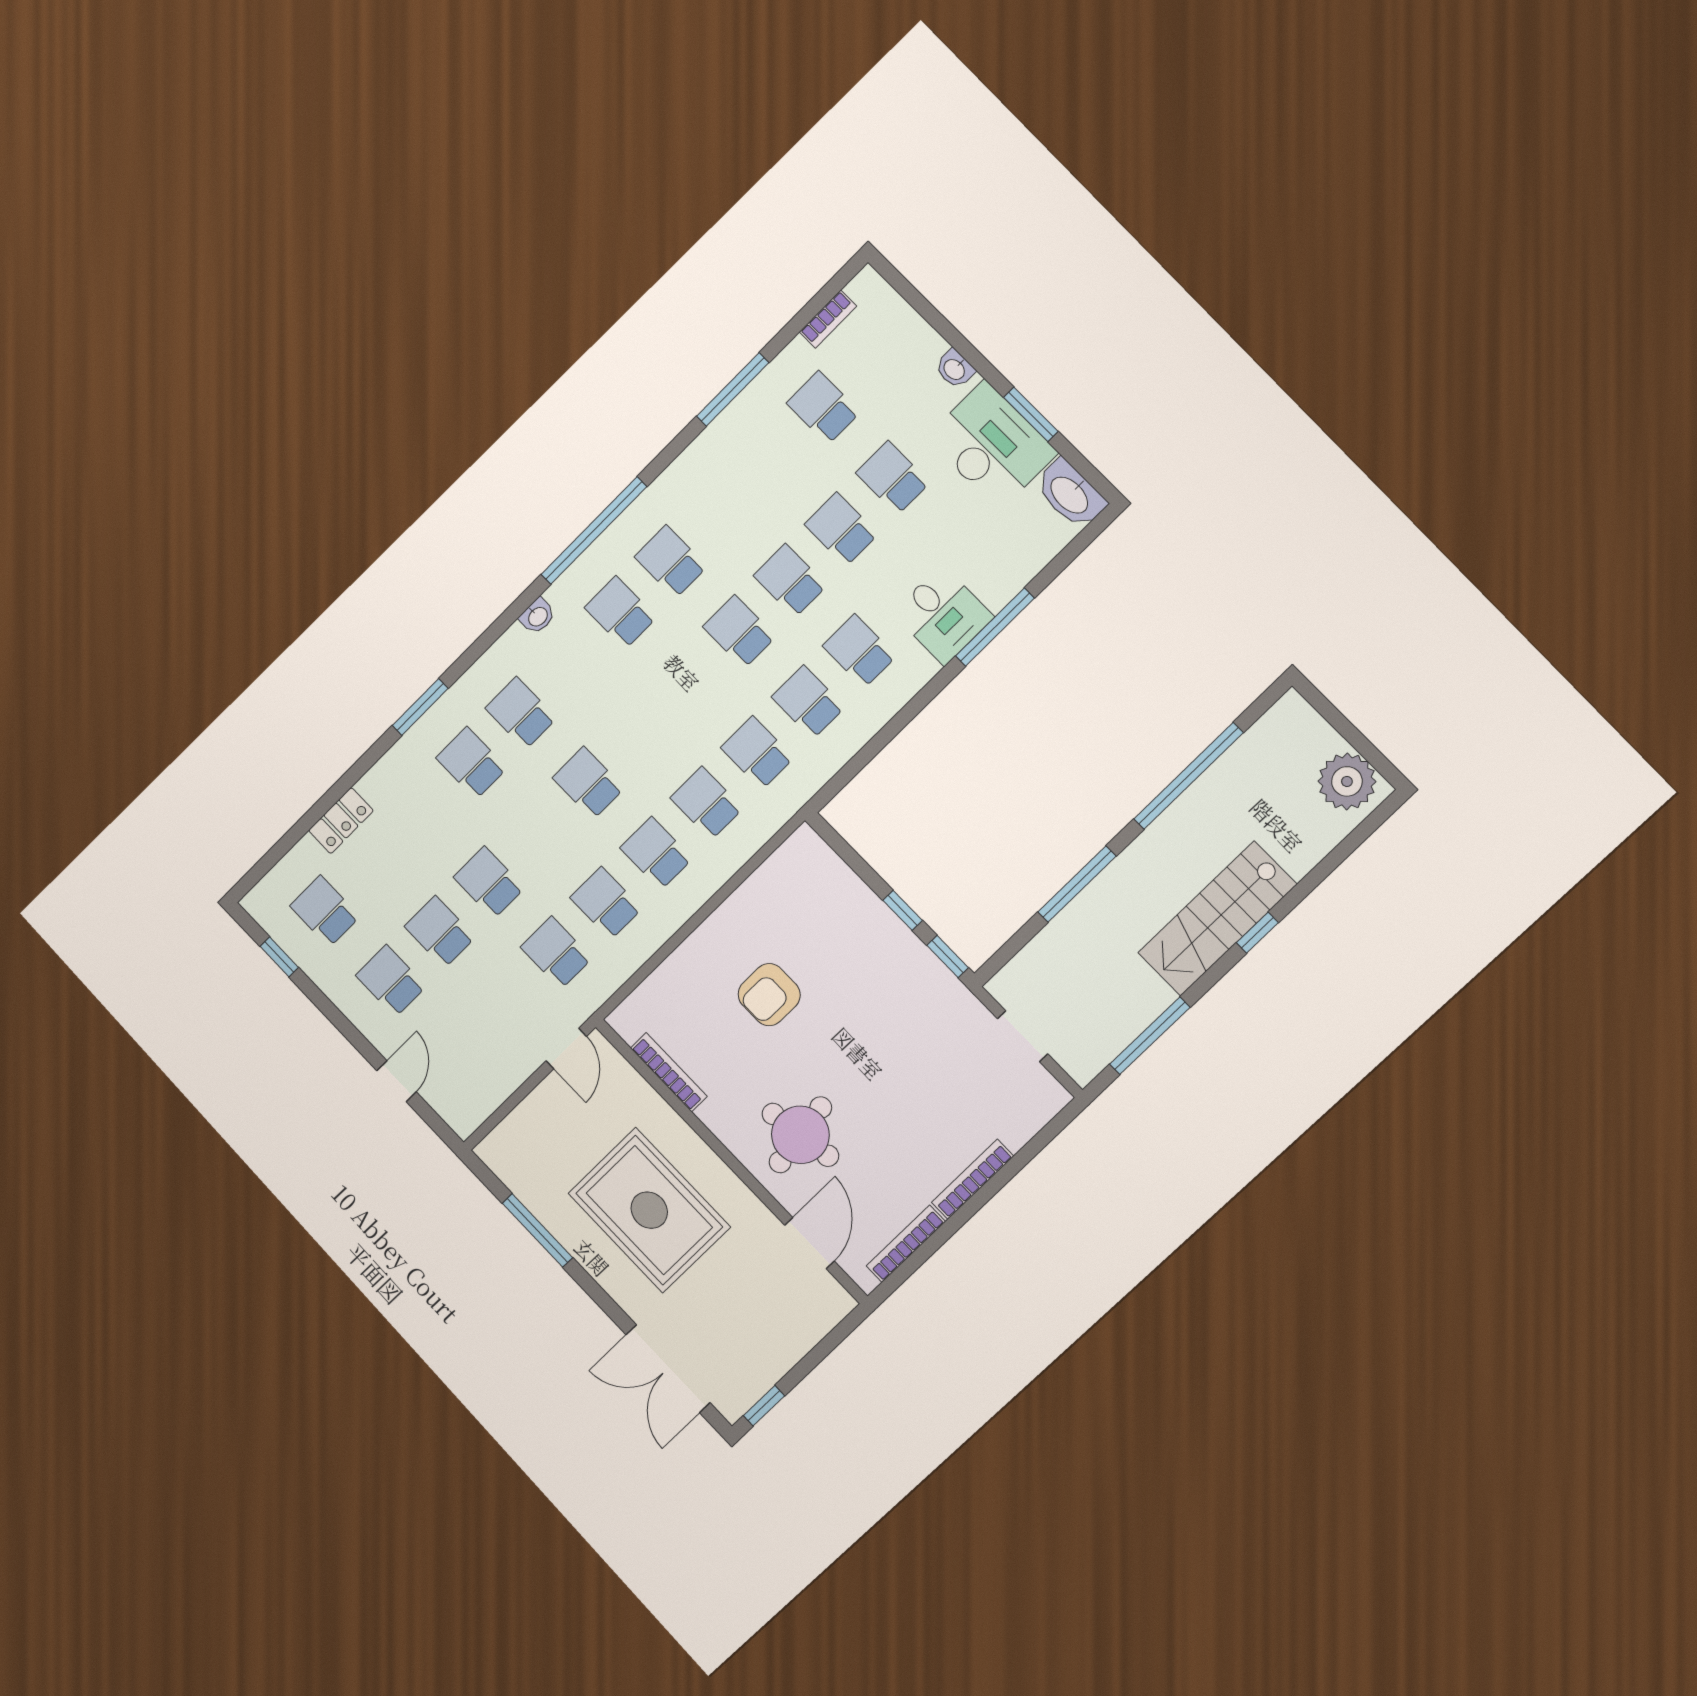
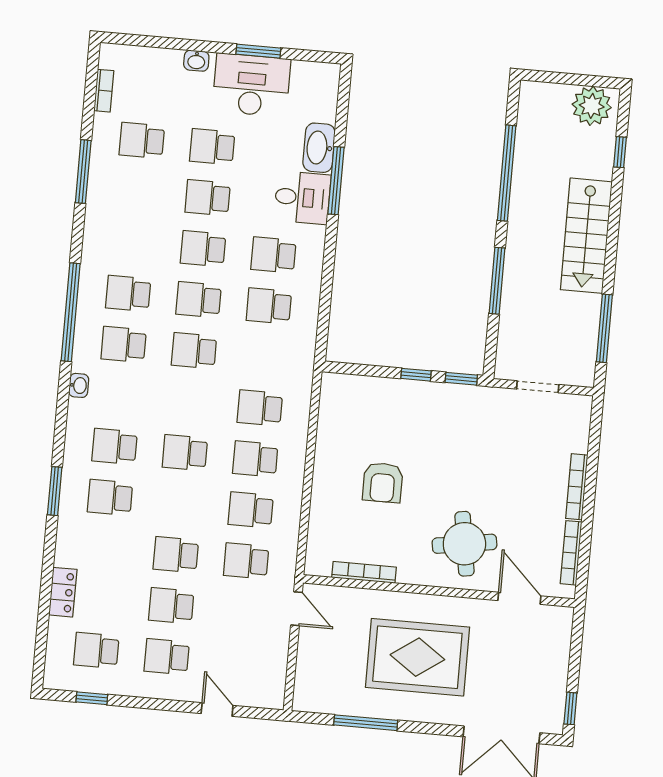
washbasin: (1070, 494) -> (319, 148), moved, turned 90
school desk: (757, 753) -> (194, 351), moved
window: (1257, 933) -> (620, 152), moved

